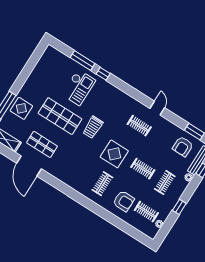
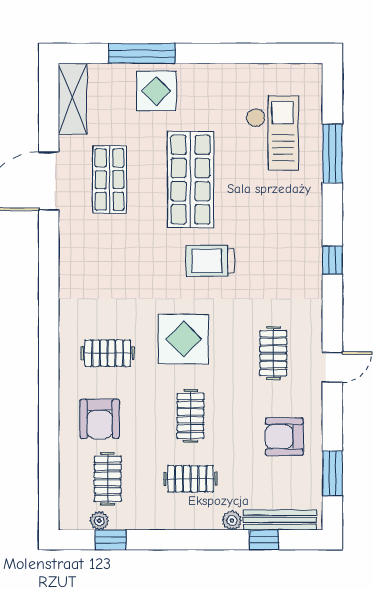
window: (103, 74) -> (332, 260), moved
checkout: (79, 87) -> (272, 133), moved, turned -90
armchair: (183, 147) -> (284, 437), moved
window: (179, 207) -> (111, 540), moved

